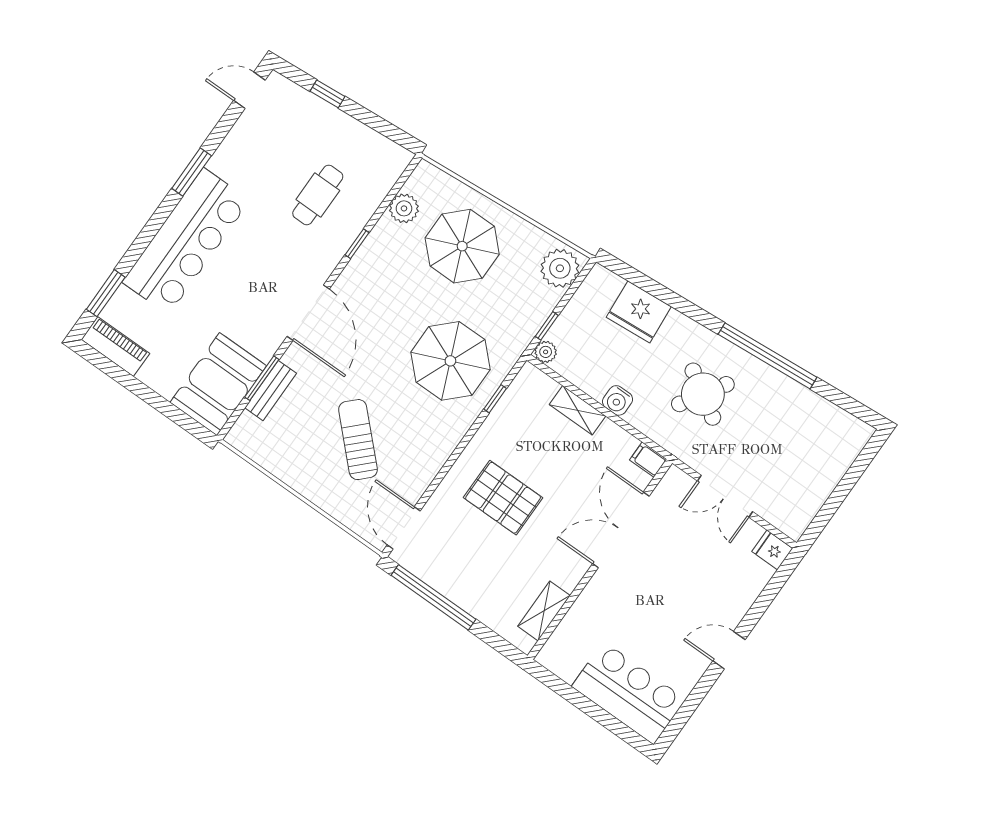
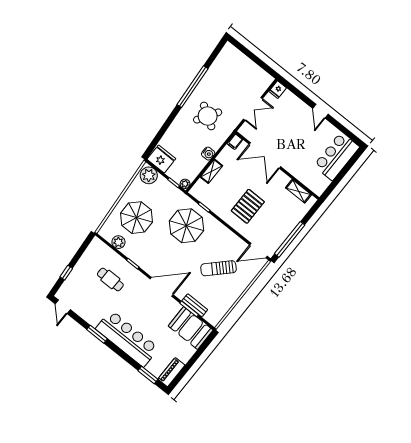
fridge: (639, 312) -> (161, 159), moved, turned -85

